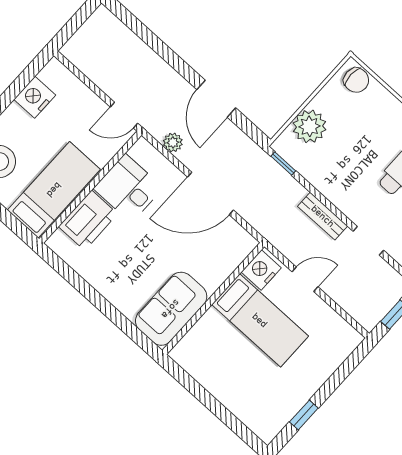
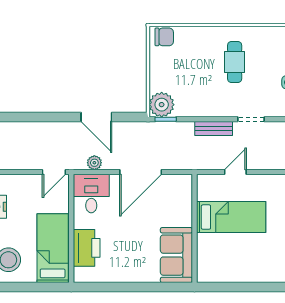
plant: (309, 126) -> (162, 105), moved
desk: (128, 188) -> (91, 194), moved, turned 90
nightstand: (261, 270) -> (207, 189), removed

